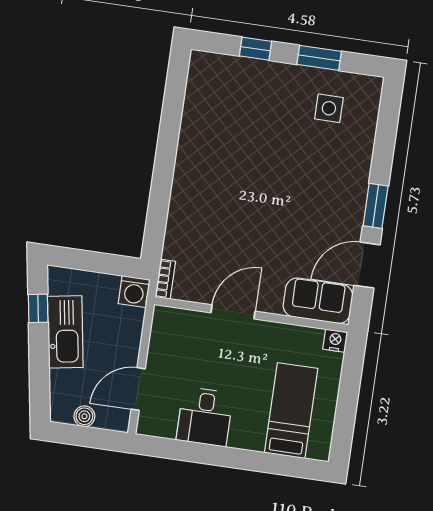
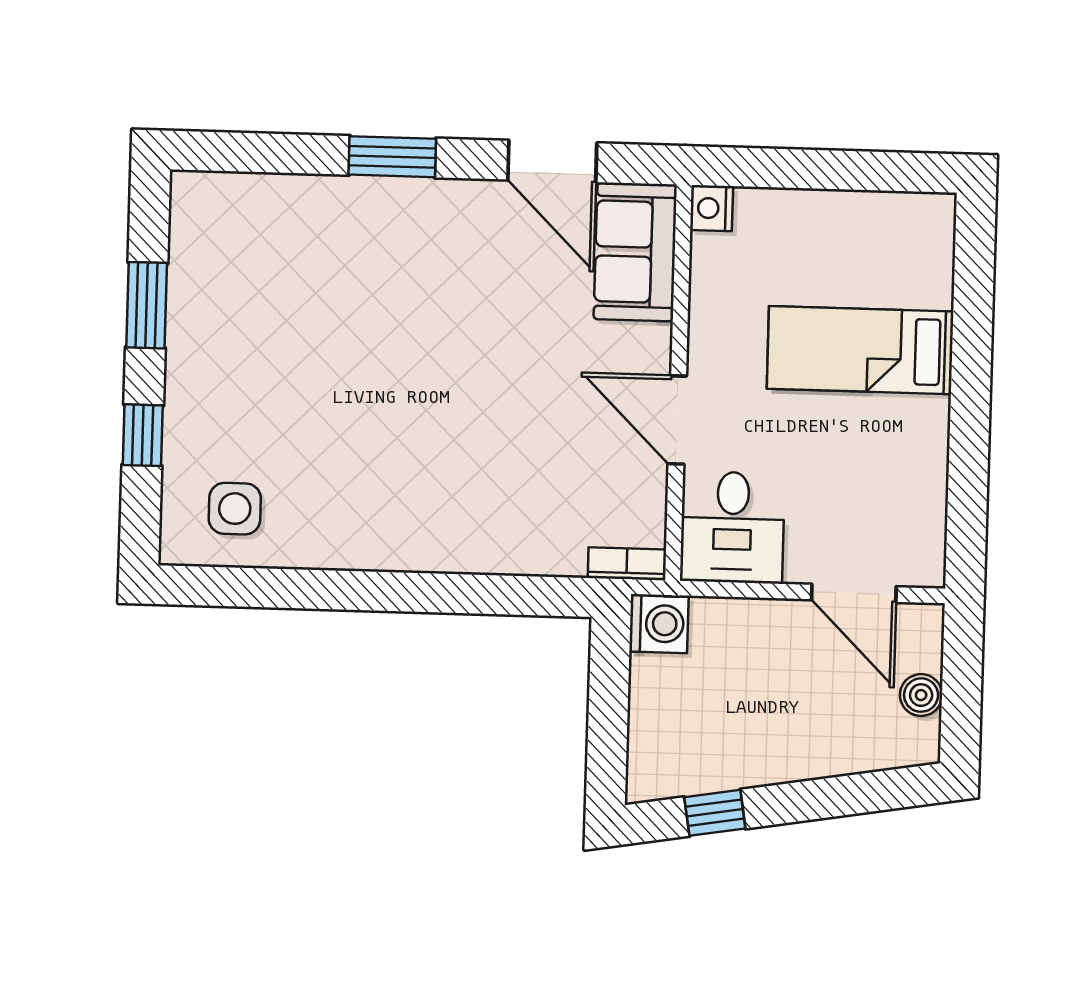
side table: (329, 108) -> (235, 509), moved
window: (376, 206) -> (392, 157), moved
kitchen sink: (65, 332) -> (756, 753), removed
bed: (291, 411) -> (860, 350), moved
desk: (205, 417) -> (732, 527), moved, turned 90

